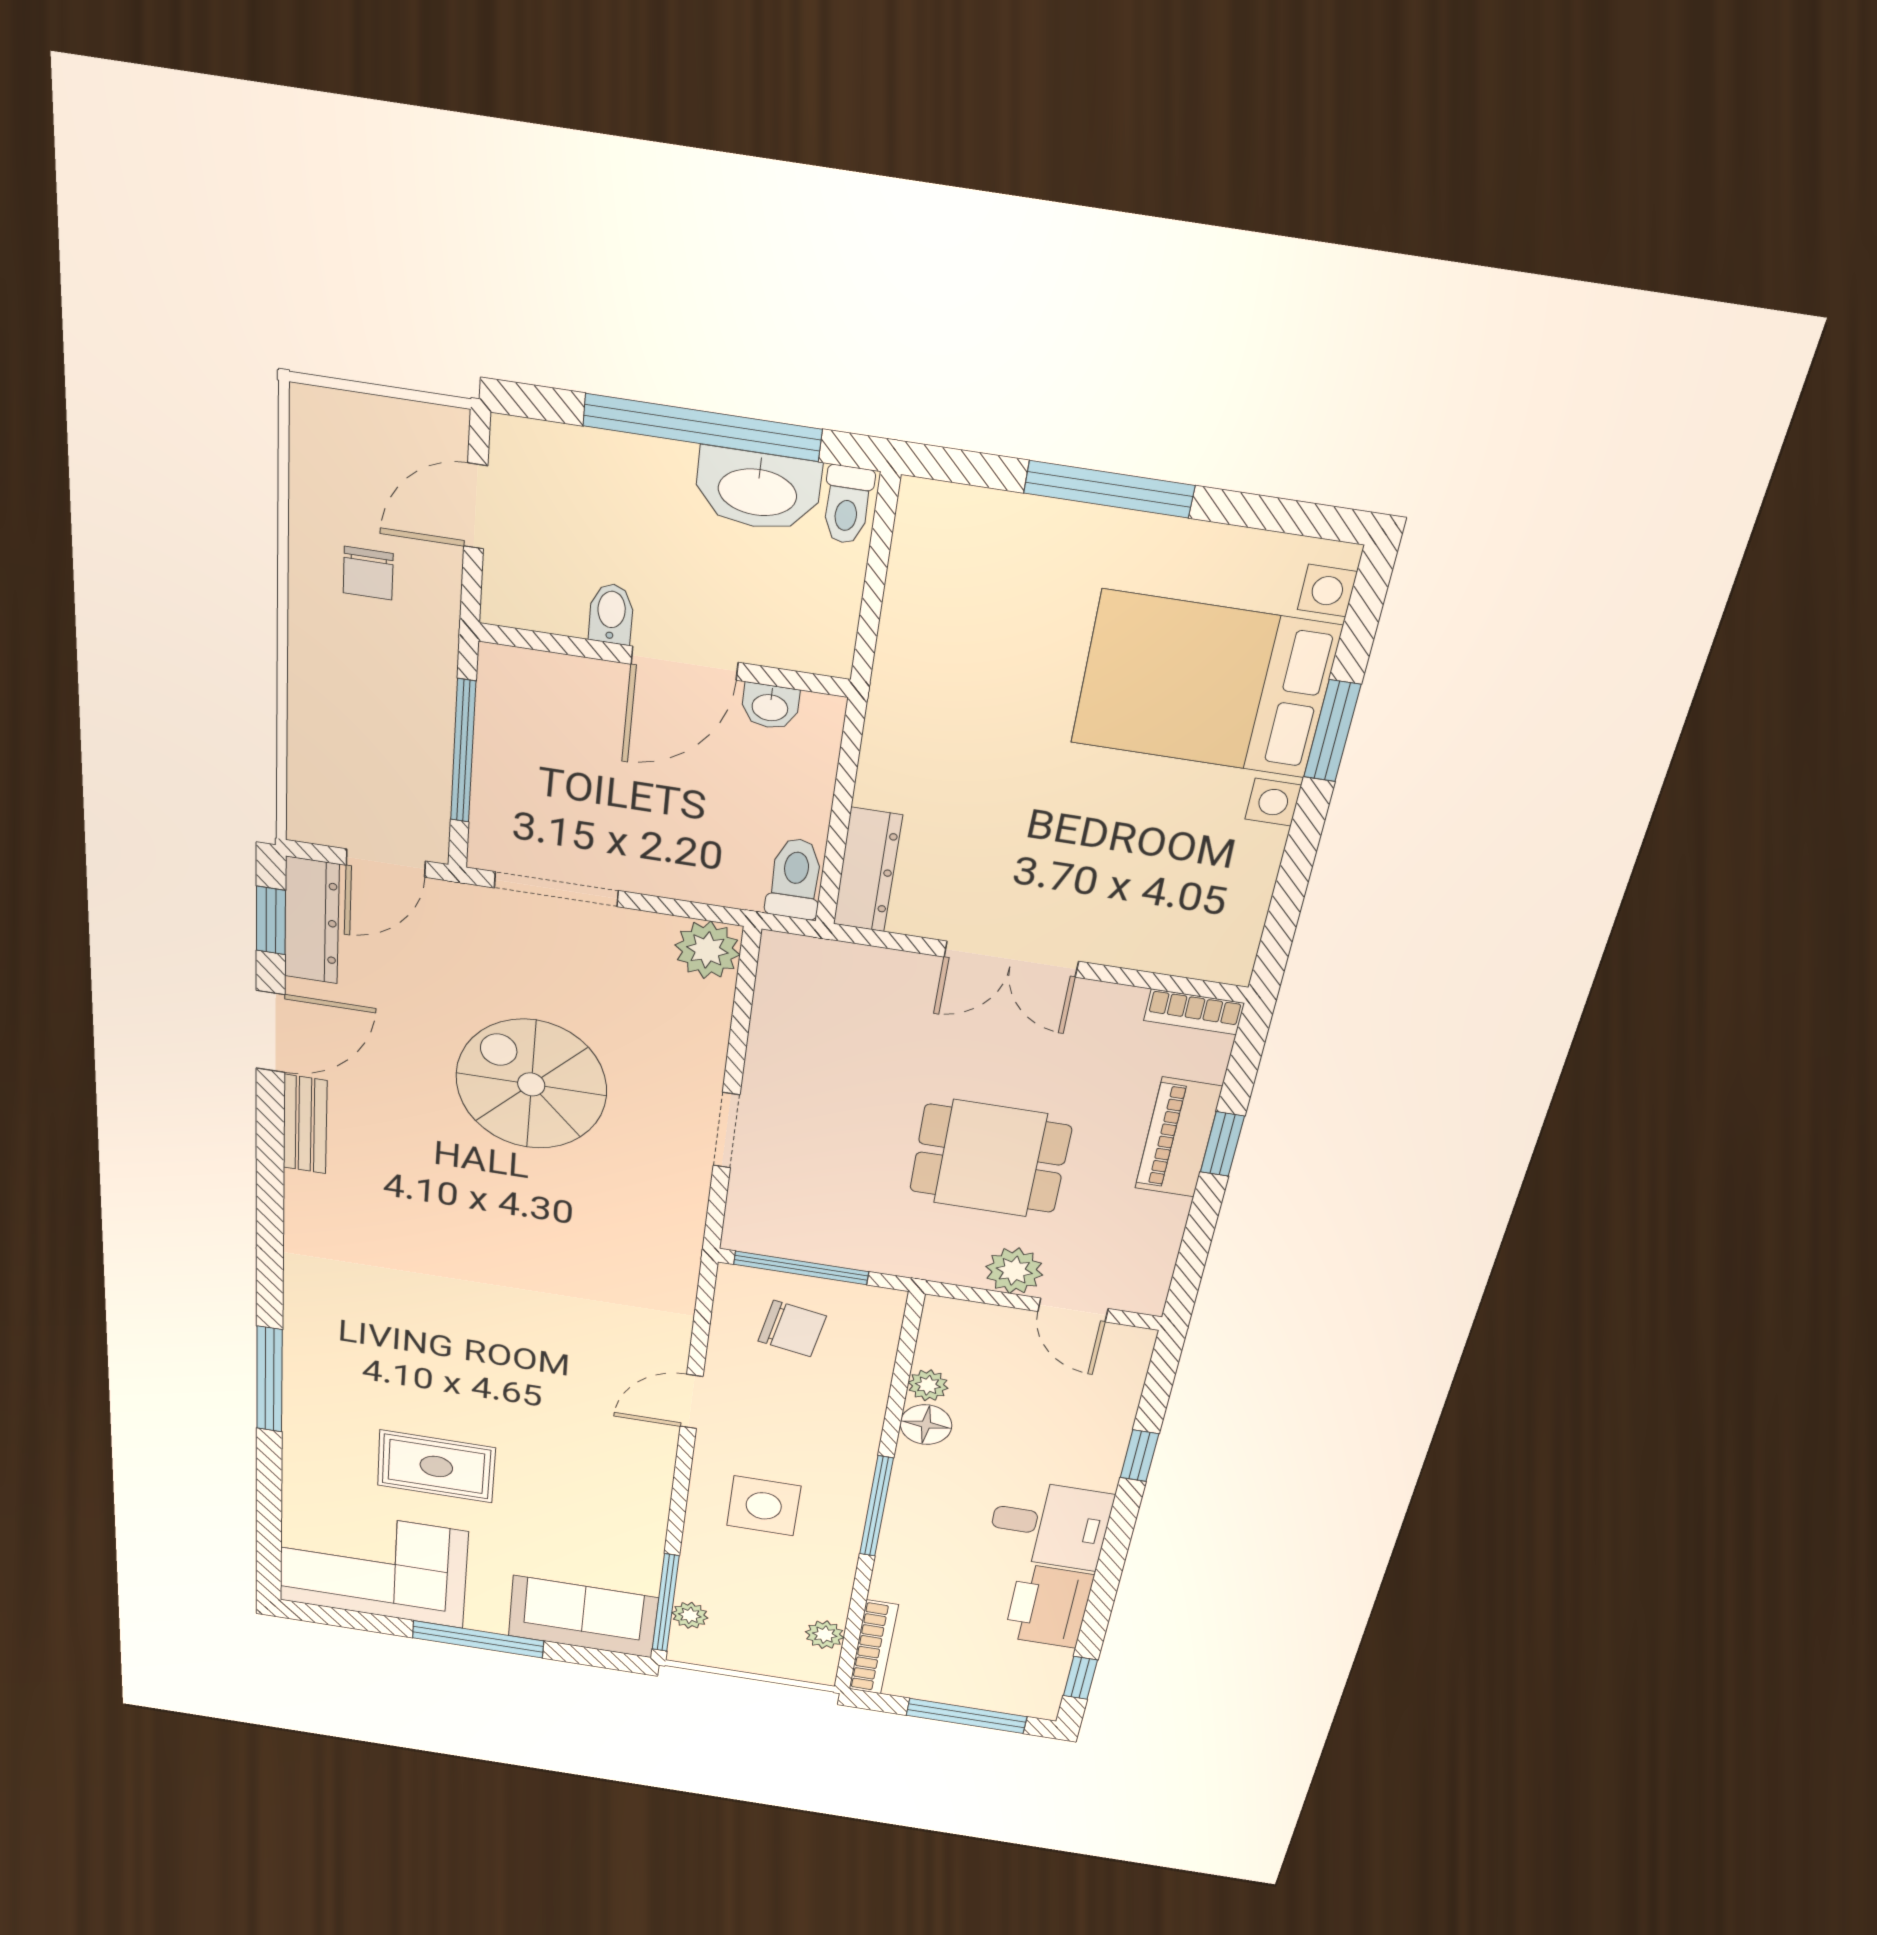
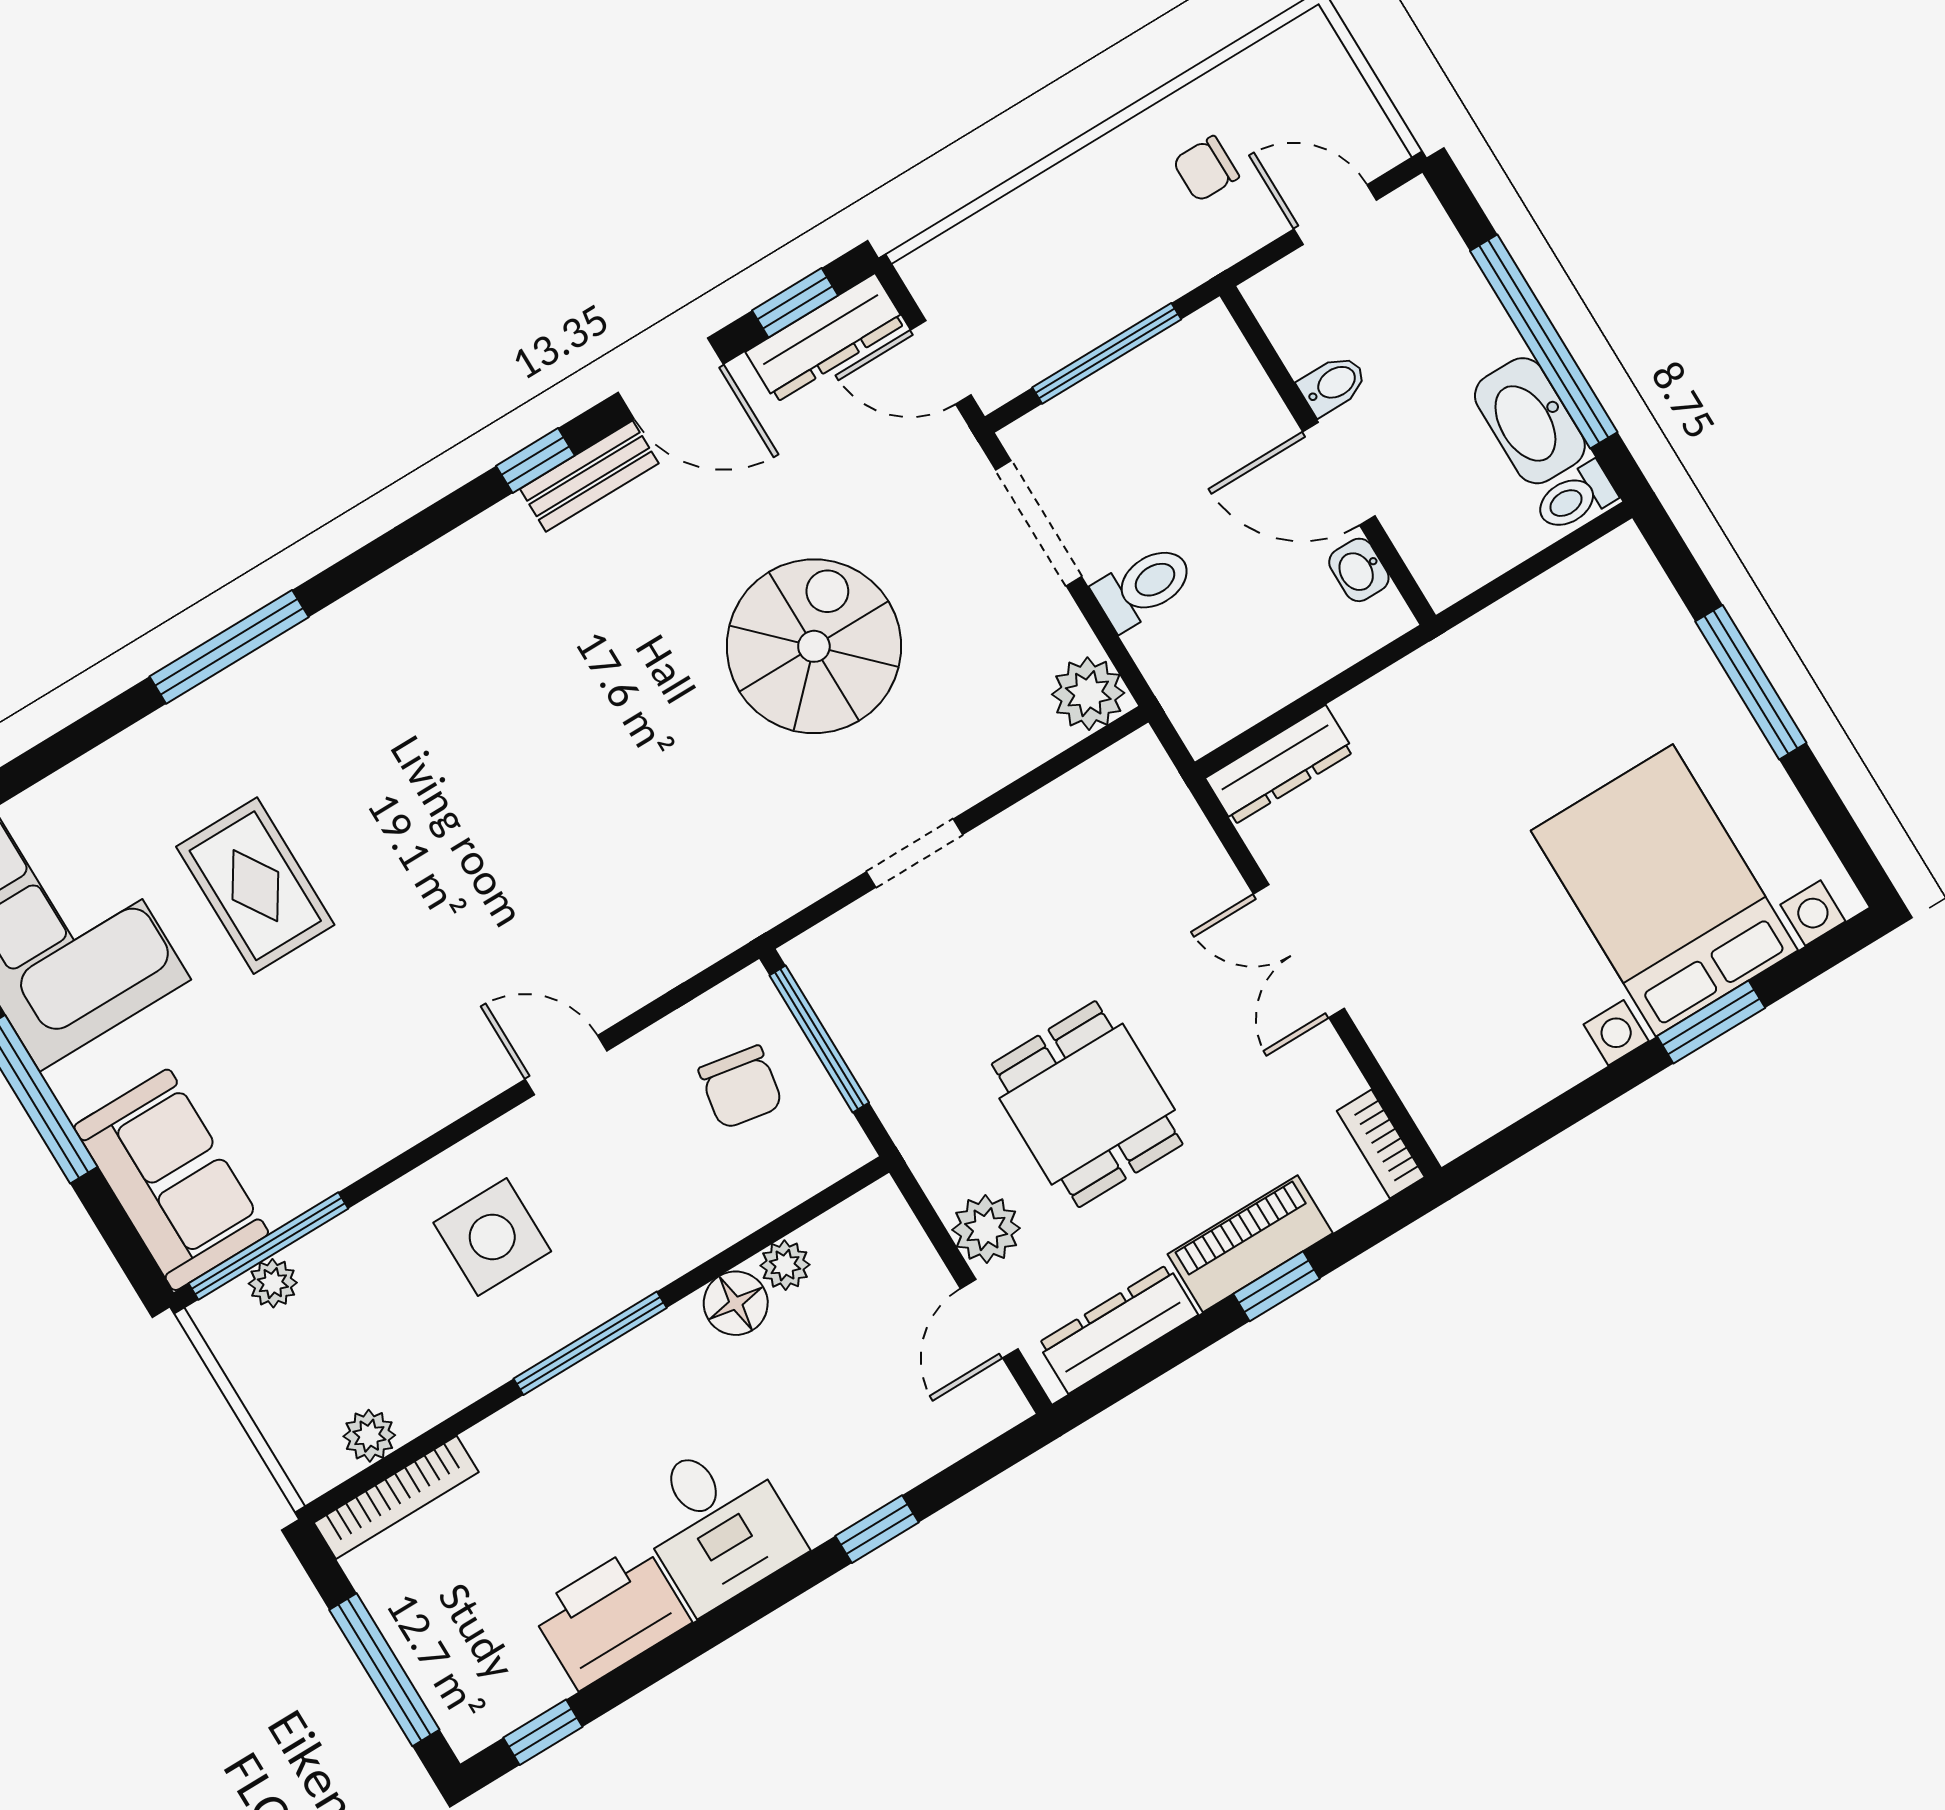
toilet: (795, 879) -> (1144, 587), moved
window: (270, 1146) -> (535, 461), added
dresser: (1154, 1250) -> (1118, 1329), added

